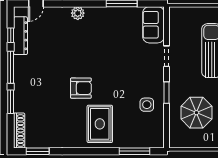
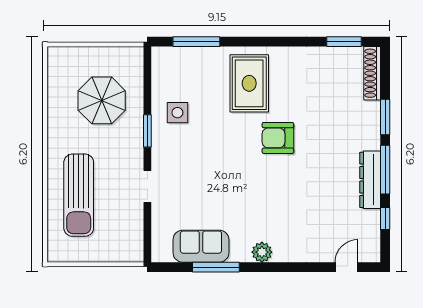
plant: (78, 13) -> (262, 252), moved
sofa: (153, 25) -> (201, 246), moved, turned -90
dresser: (20, 36) -> (370, 180), moved

